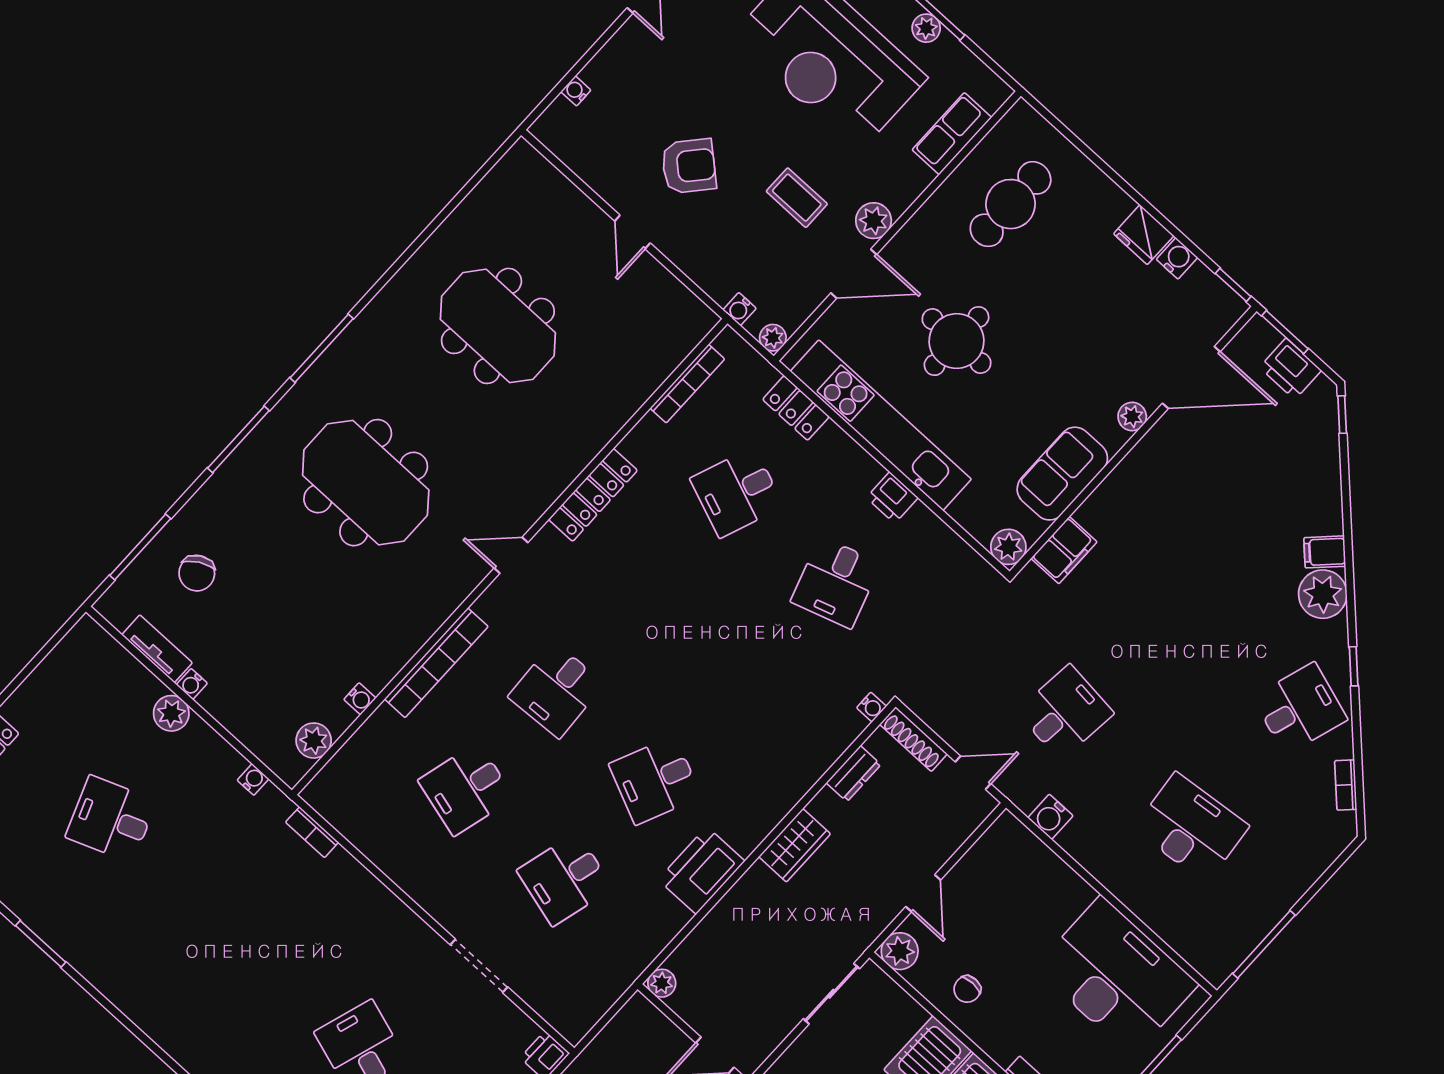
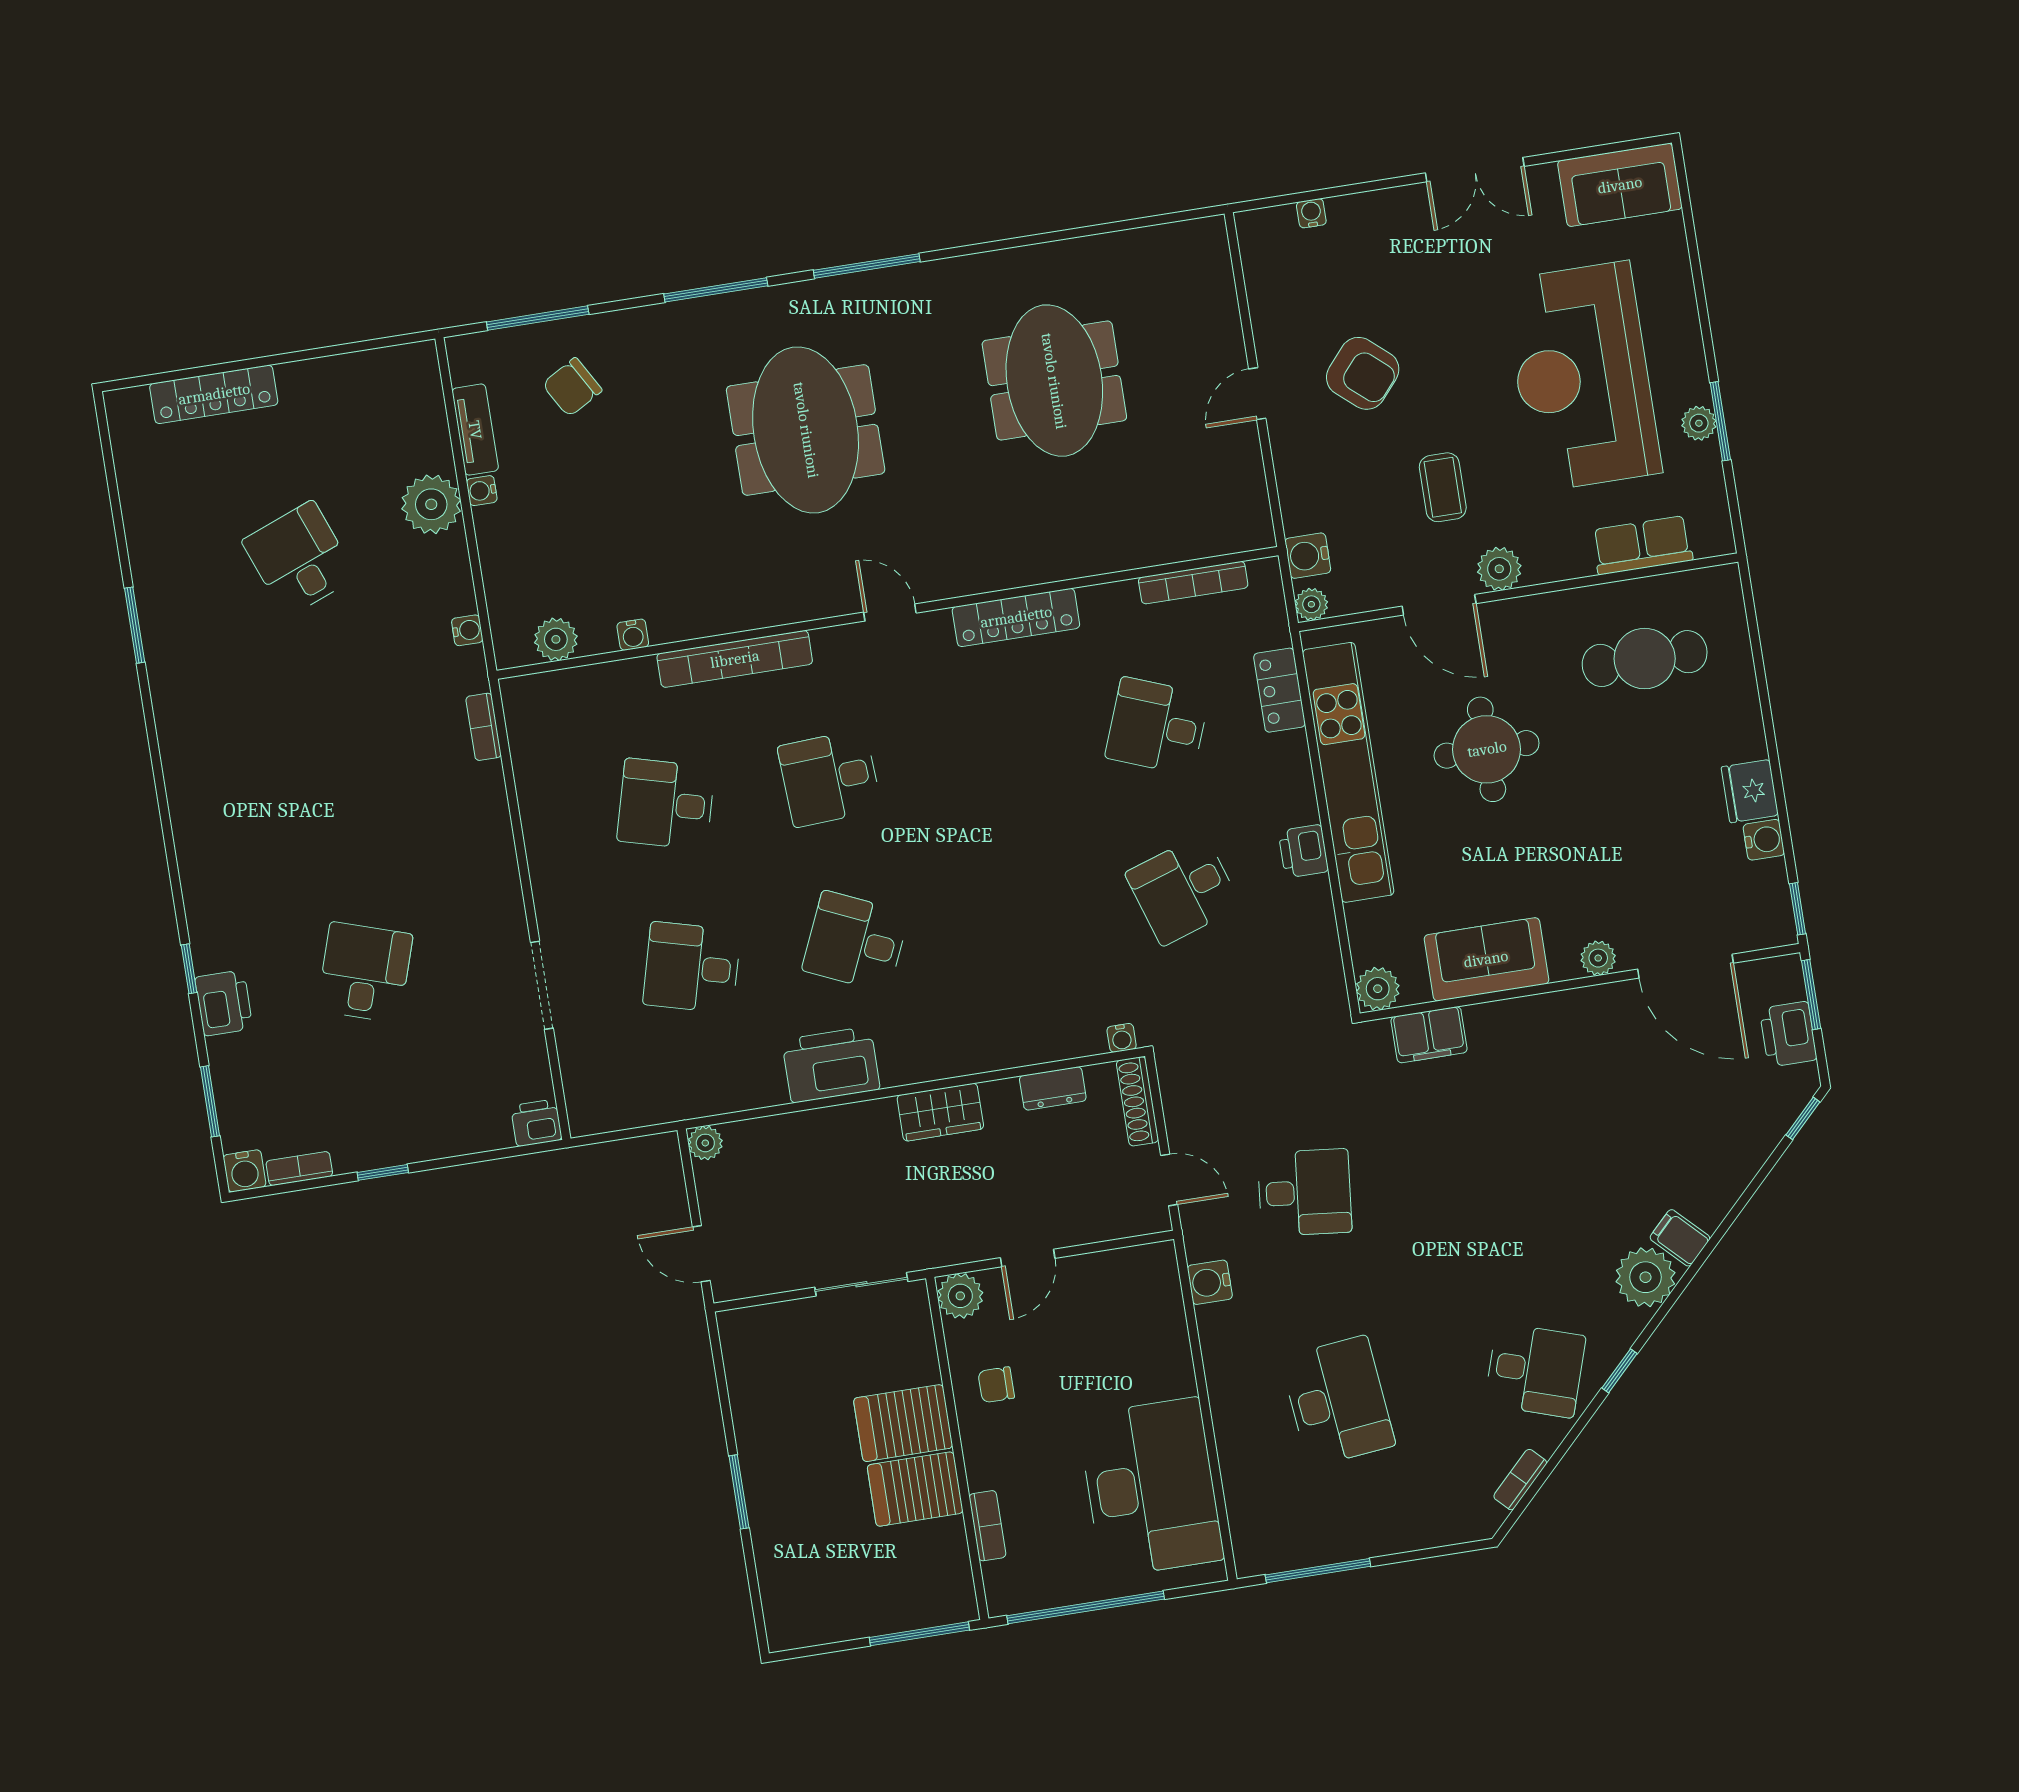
water cooler: (740, 309) -> (1308, 556), width x1.38, depth x1.38
plant: (171, 713) -> (431, 504), width x1.36, depth x1.36

